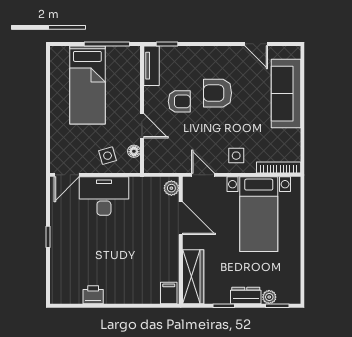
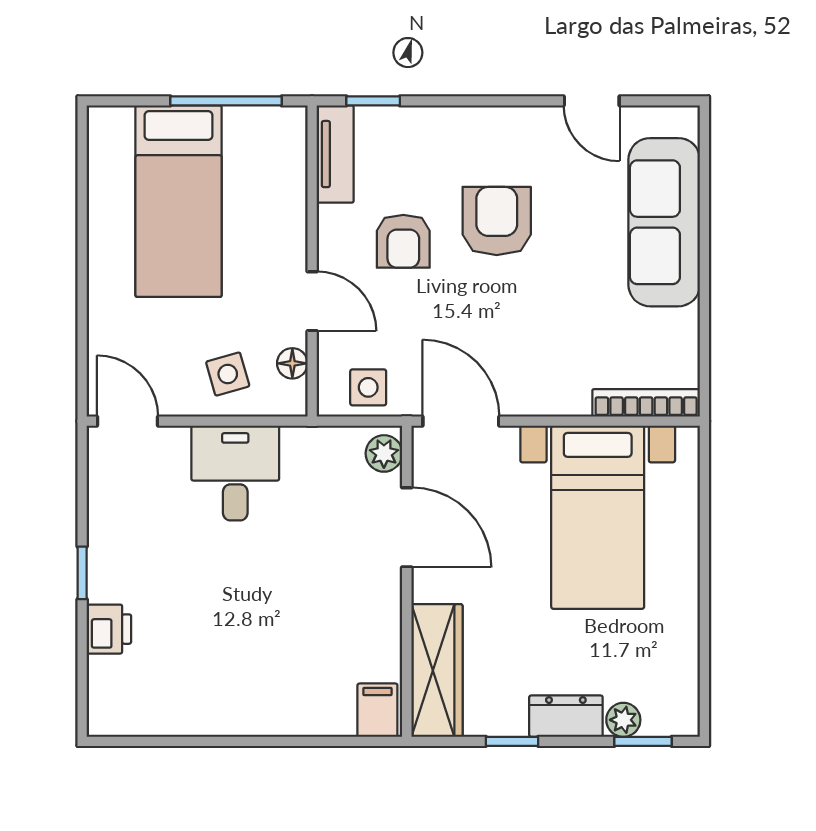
armchair: (217, 93) -> (497, 221), turned 90
armchair: (179, 101) -> (403, 241), turned 90
side table: (236, 156) -> (368, 387), moved
door: (67, 175) -> (127, 421), swing flipped
door: (203, 175) -> (461, 421), width x1.38
desk: (104, 196) -> (235, 473), width x0.73
printer: (93, 295) -> (109, 629), moved, turned 90

